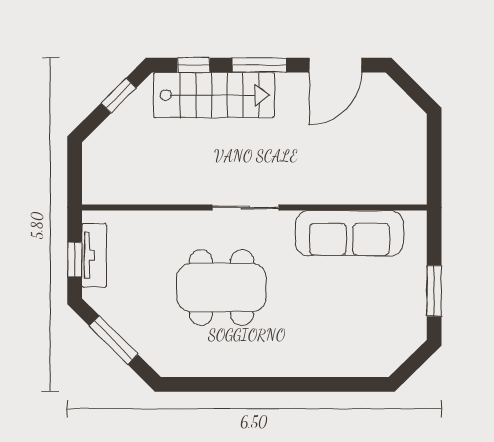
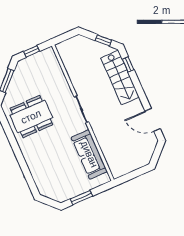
window: (259, 65) -> (139, 90), removed
tv unit: (94, 255) -> (36, 58), removed
dining table: (222, 287) -> (31, 117), moved, turned 90

